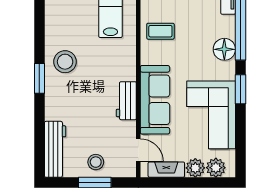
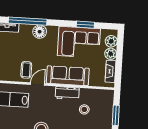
window: (241, 89) -> (85, 25), moved
door: (138, 150) -> (38, 84), moved
stool: (96, 162) -> (84, 109), moved

